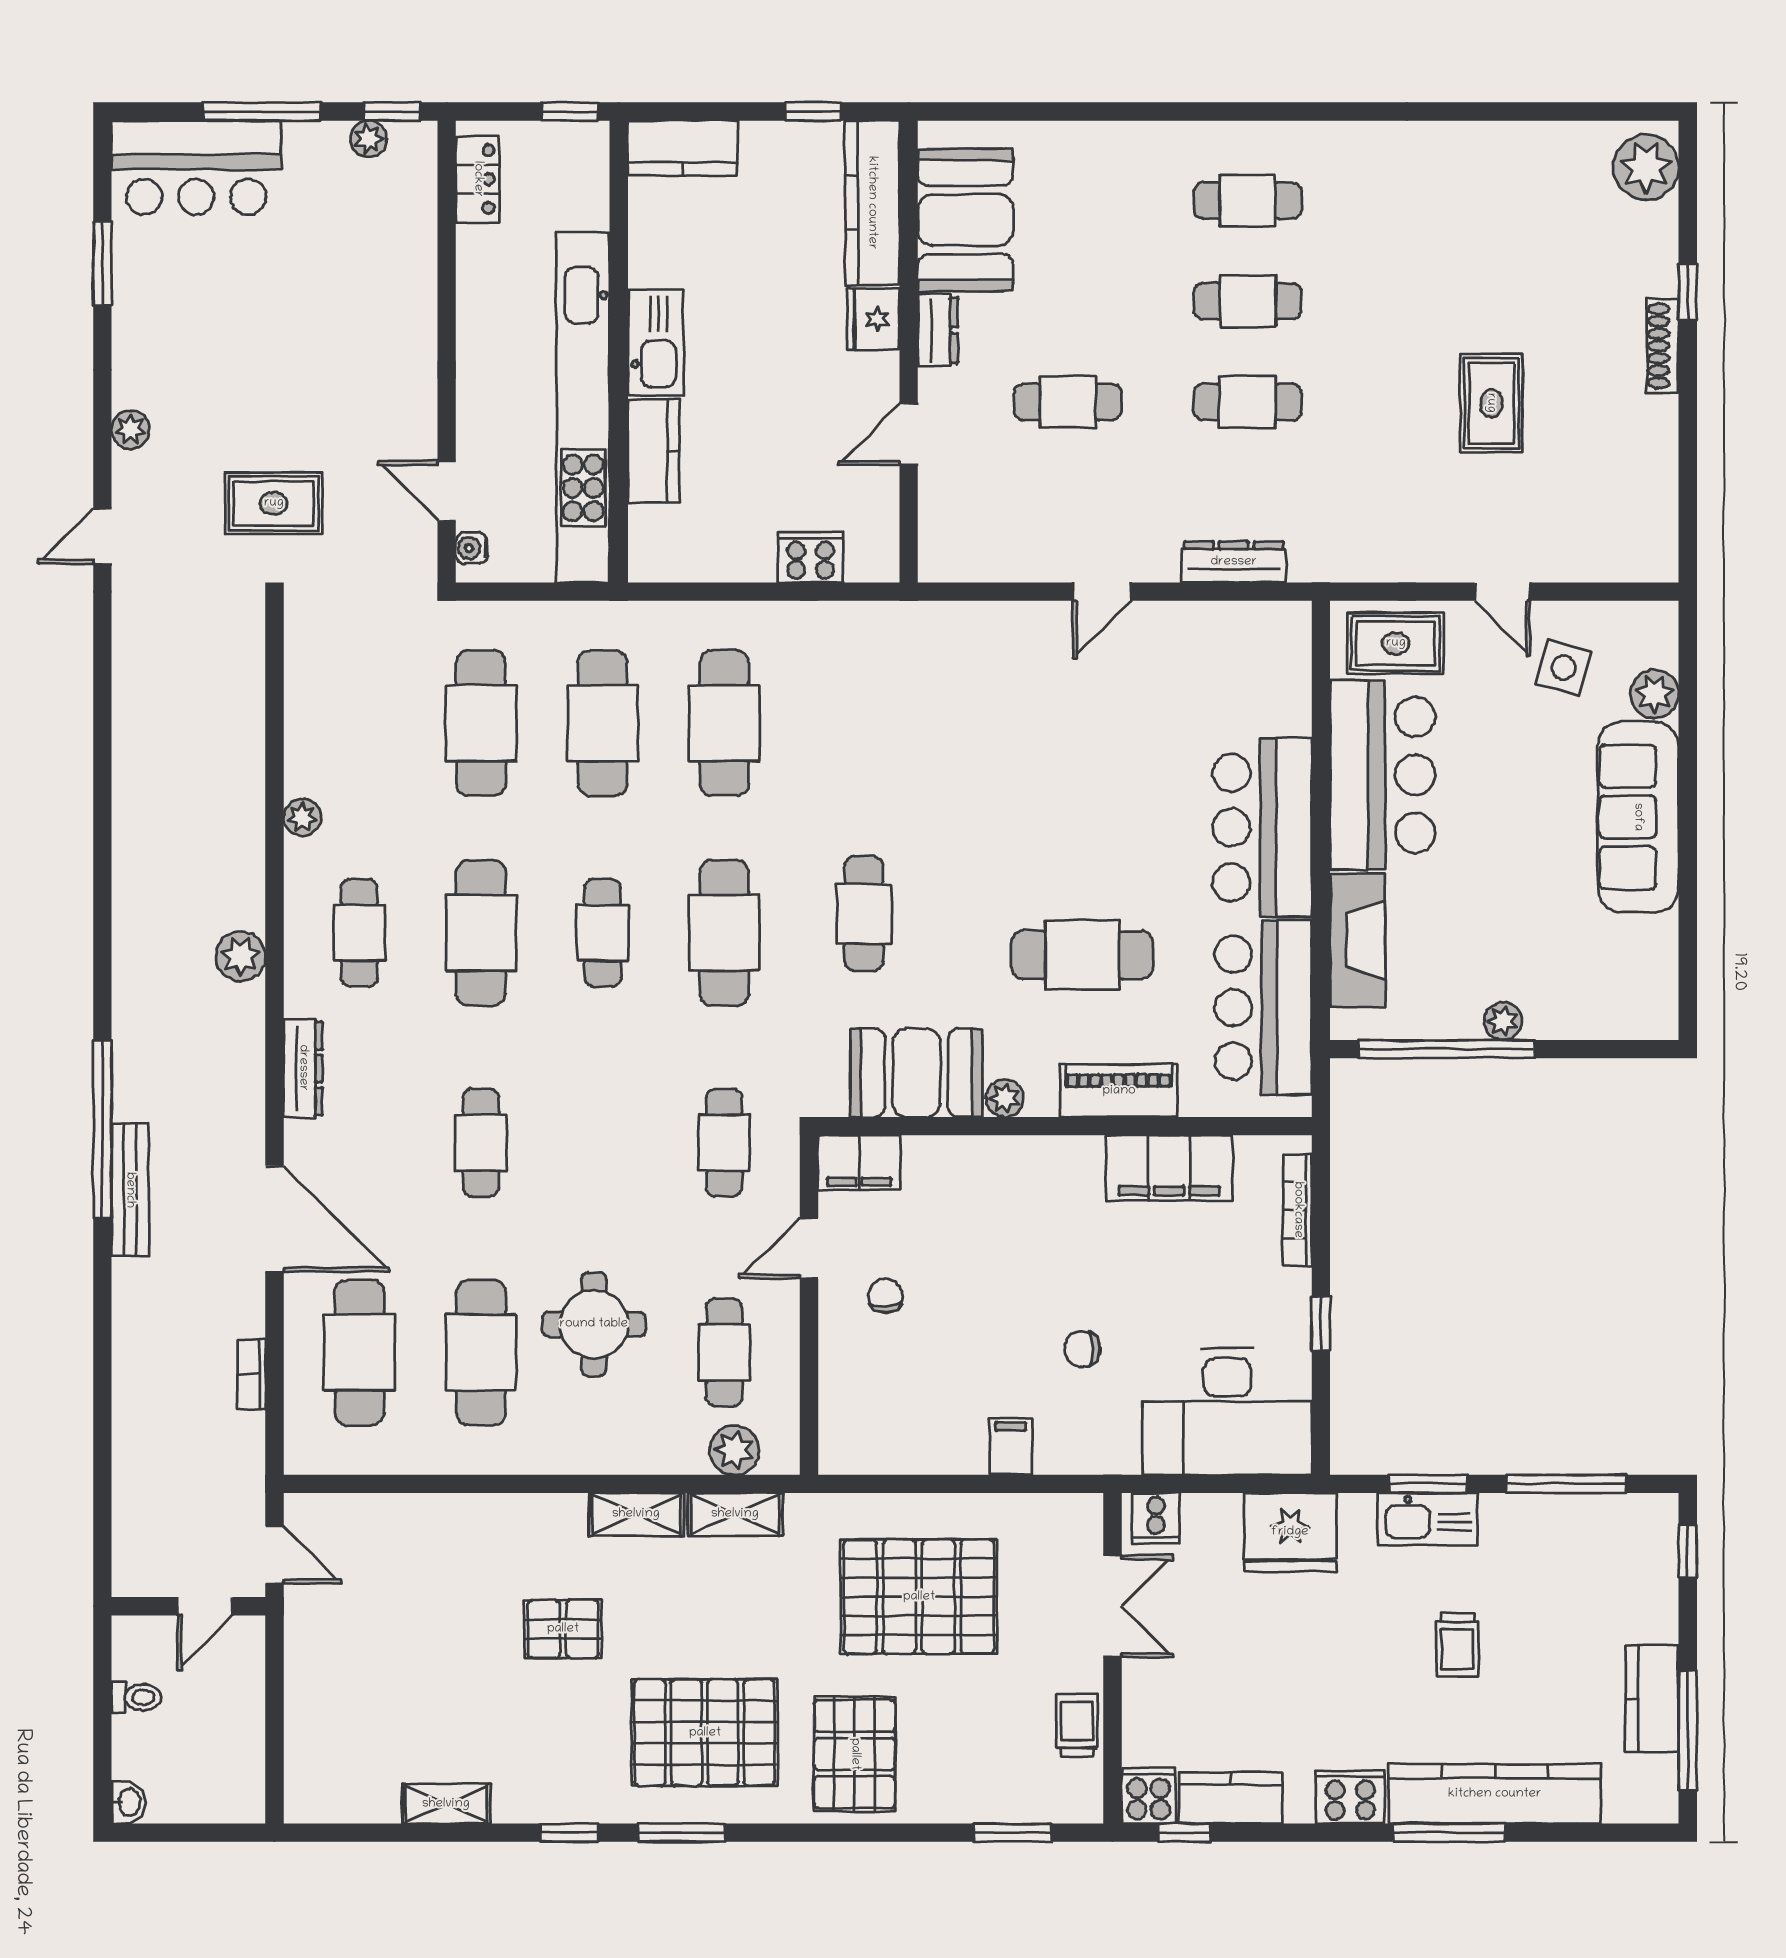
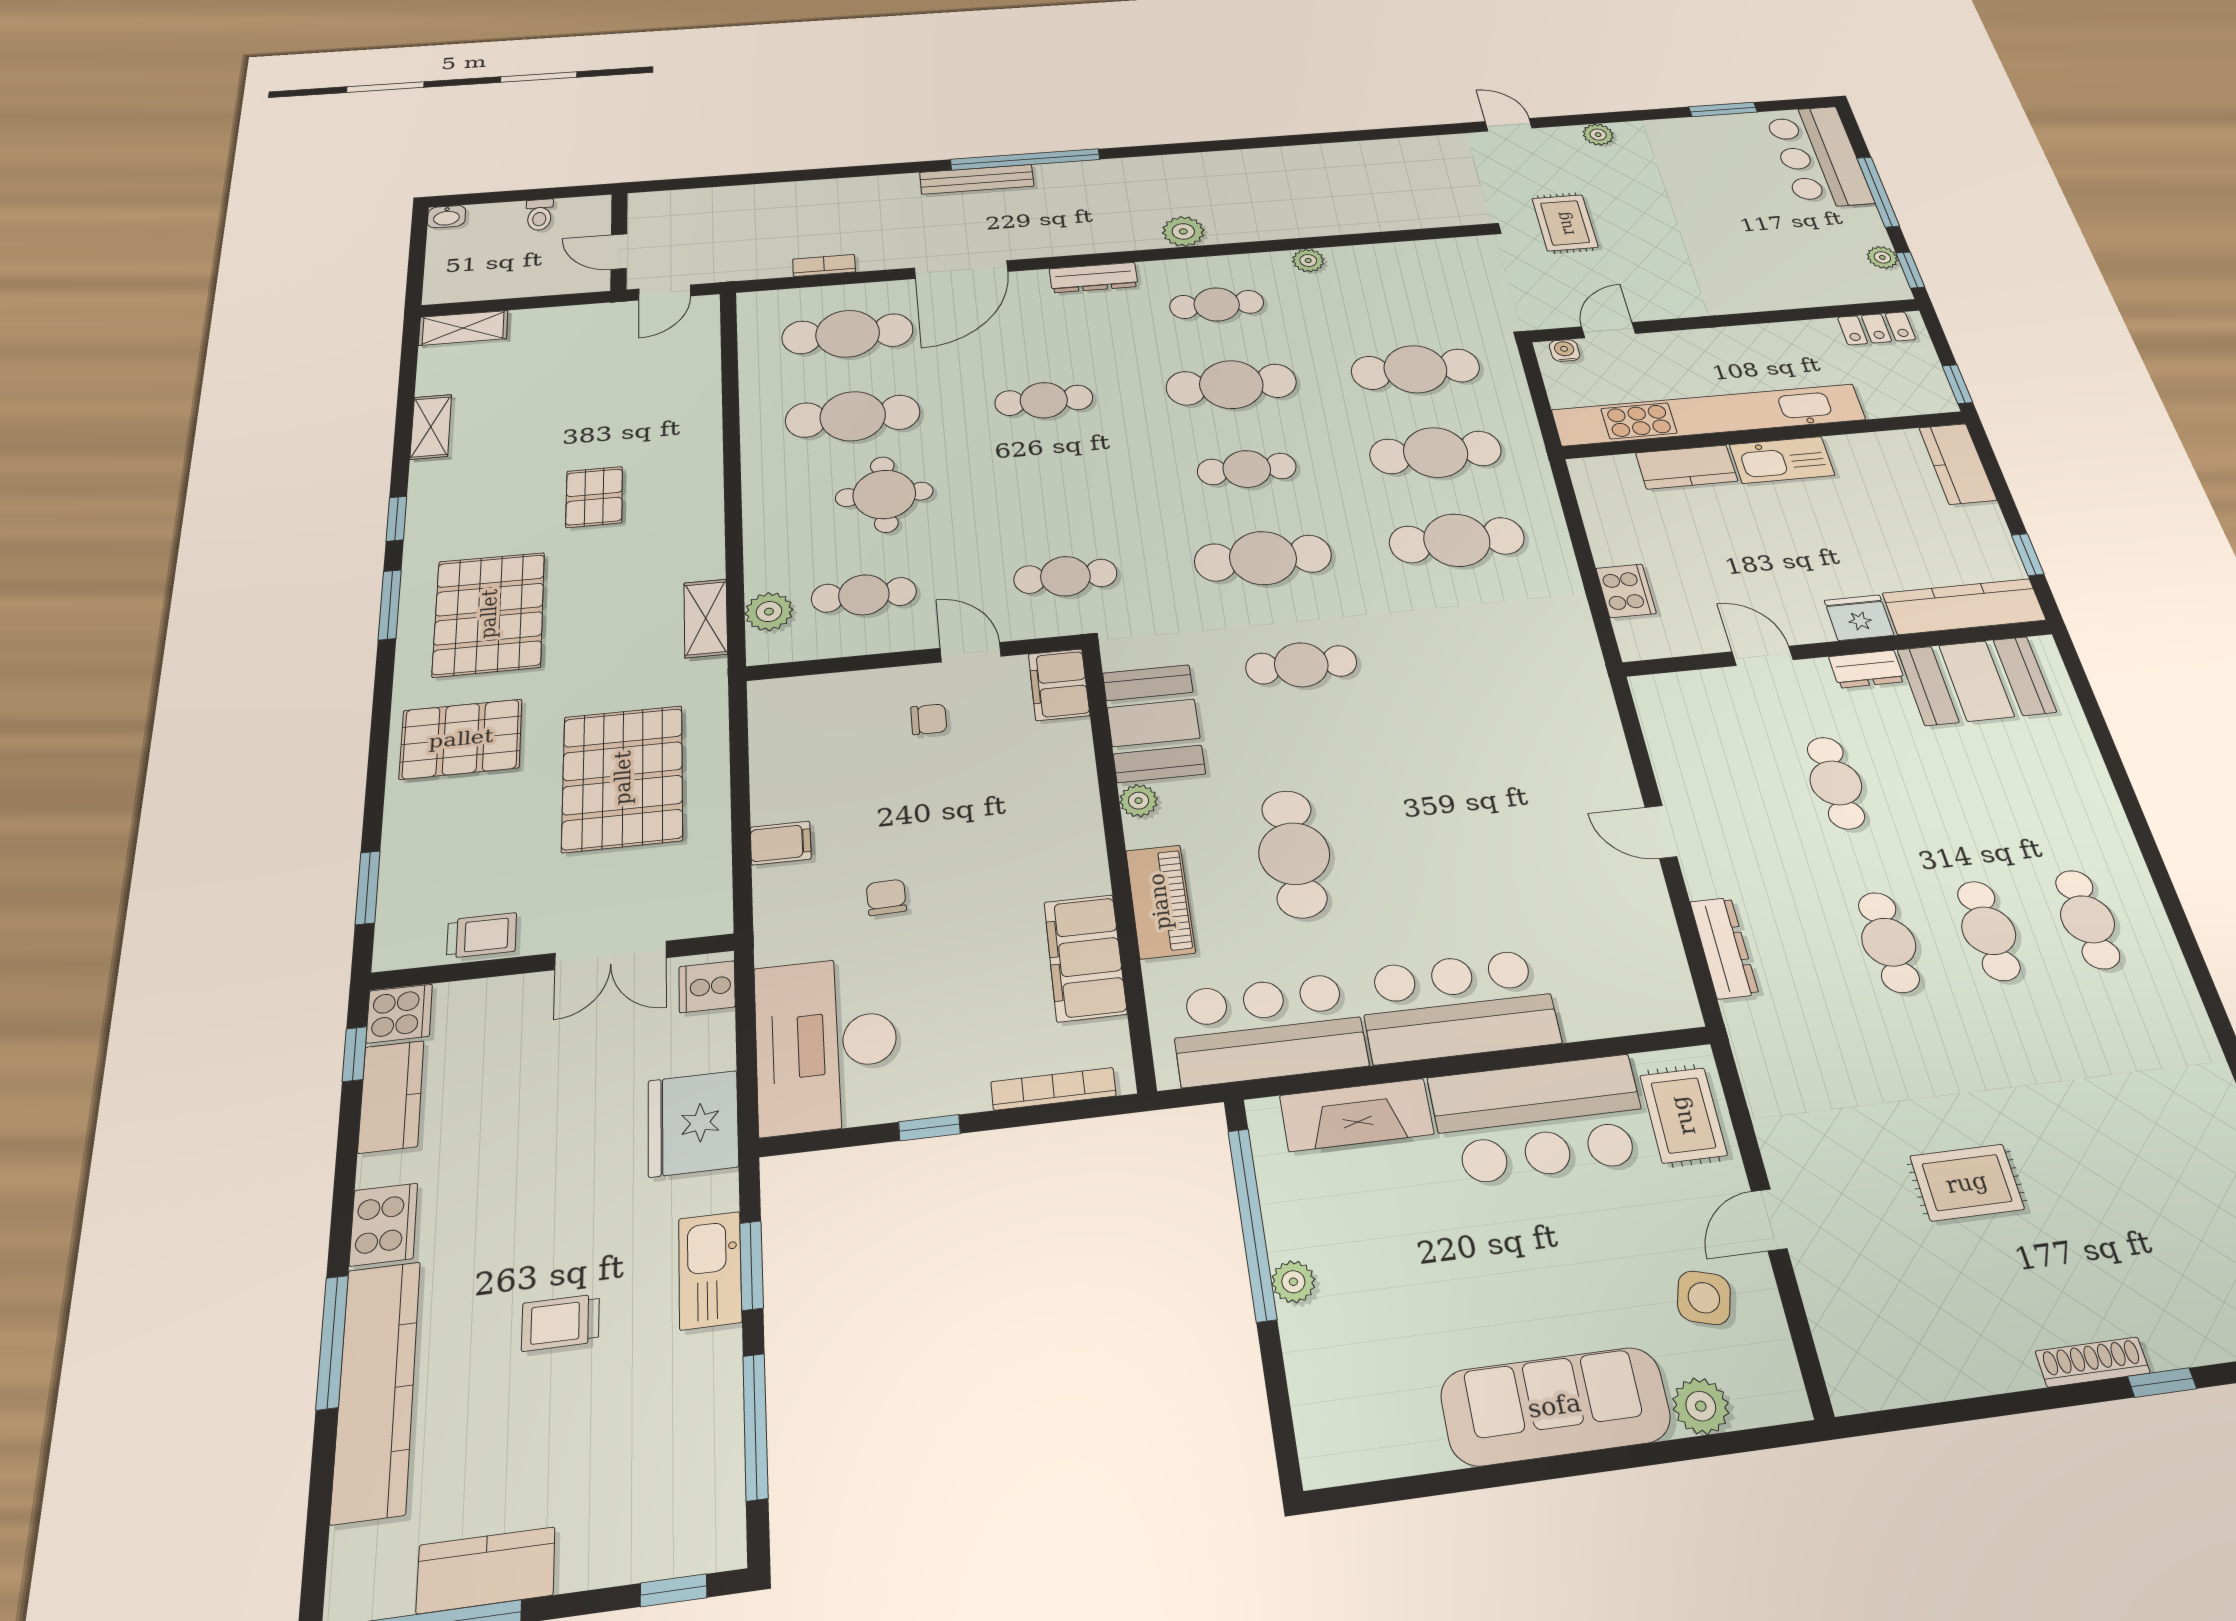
shelving: (636, 1514) -> (463, 328), moved, turned 90

